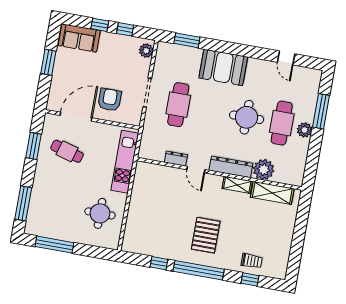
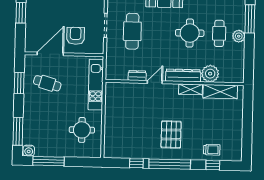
cafe table: (282, 123) -> (219, 33), width x0.73, depth x0.74
door: (196, 170) -> (155, 82), swing flipped
water cooler: (33, 228) -> (29, 151), added

